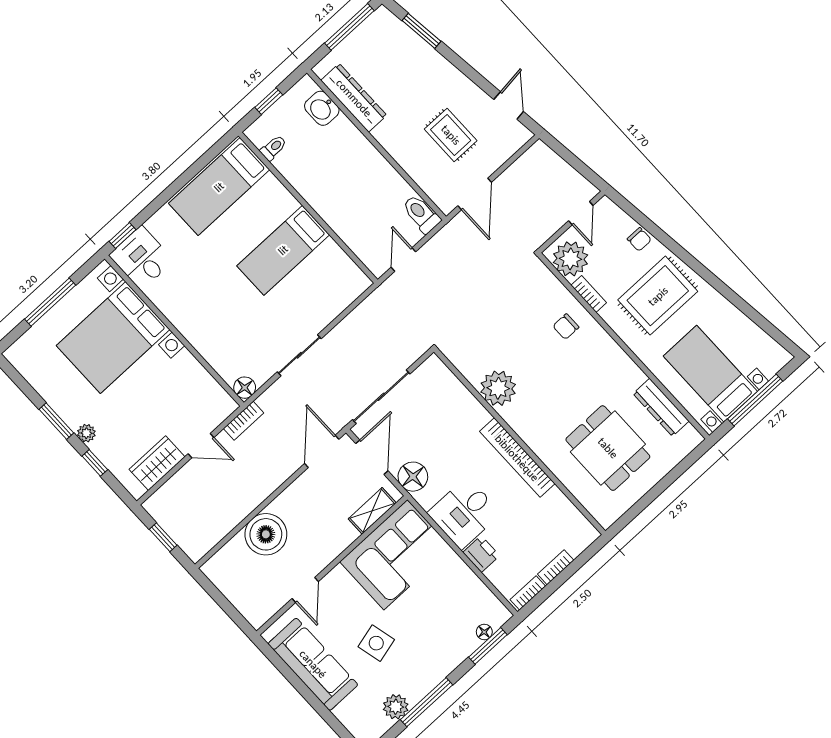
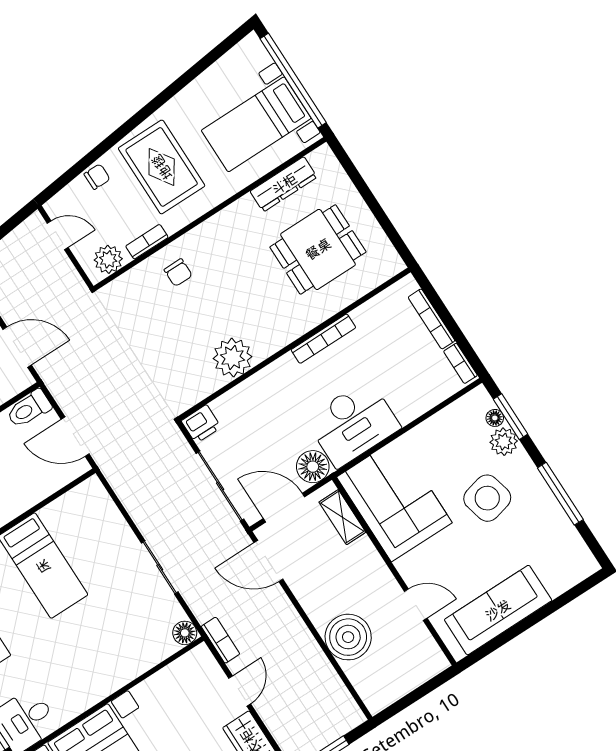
plant: (570, 259) -> (108, 259), width x0.73, depth x0.73
door: (403, 260) -> (75, 437), width x1.37
window: (755, 400) -> (293, 81), width x1.46
bookcase: (517, 458) -> (323, 339), width x0.68, depth x0.76
desk: (464, 513) -> (353, 423), width x1.37
printer: (481, 554) -> (201, 424), moved, turned 180
bookcase: (556, 567) -> (431, 319), width x1.56
side table: (376, 643) -> (487, 498), moved, width x1.37, depth x1.37
plant: (396, 707) -> (504, 442), moved

